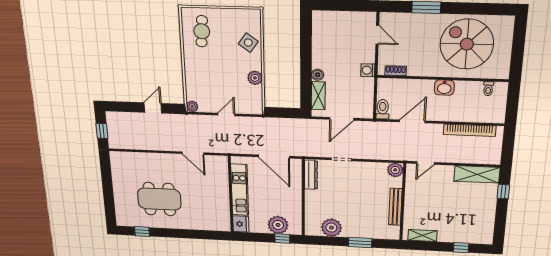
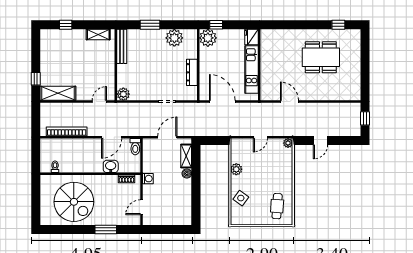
door: (377, 35) -> (141, 207), hinge flipped
washbasin: (444, 88) -> (111, 166), moved
dresser: (311, 175) -> (192, 72), moved
bench: (395, 207) -> (122, 46), moved
plant: (278, 225) -> (208, 38), moved

